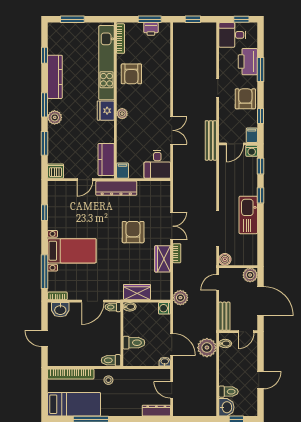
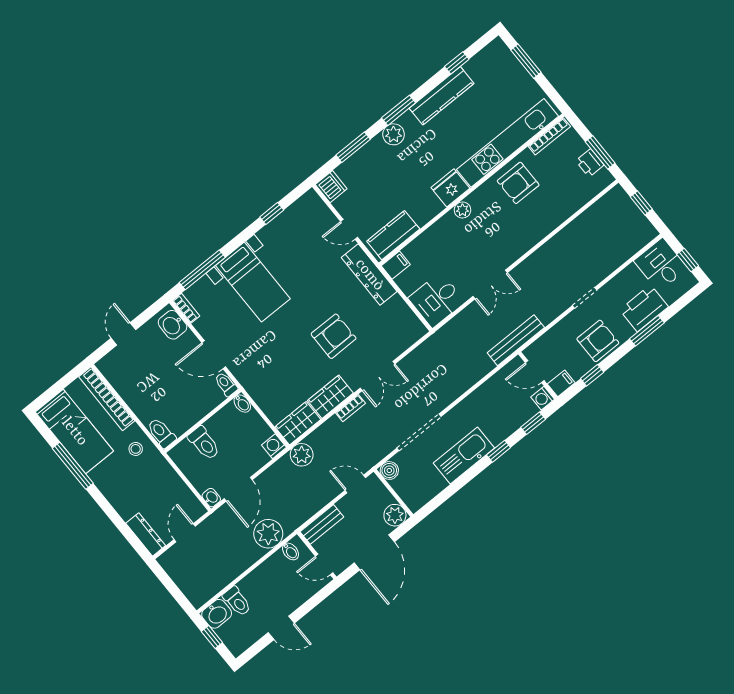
wardrobe: (137, 292) -> (298, 423), moved, turned -90

